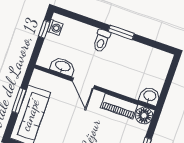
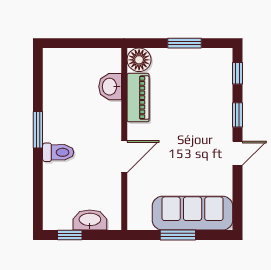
washing machine: (55, 28) -> (63, 221), removed
washbasin: (63, 66) -> (90, 220), moved, turned 90
washbasin: (150, 96) -> (110, 87), moved

